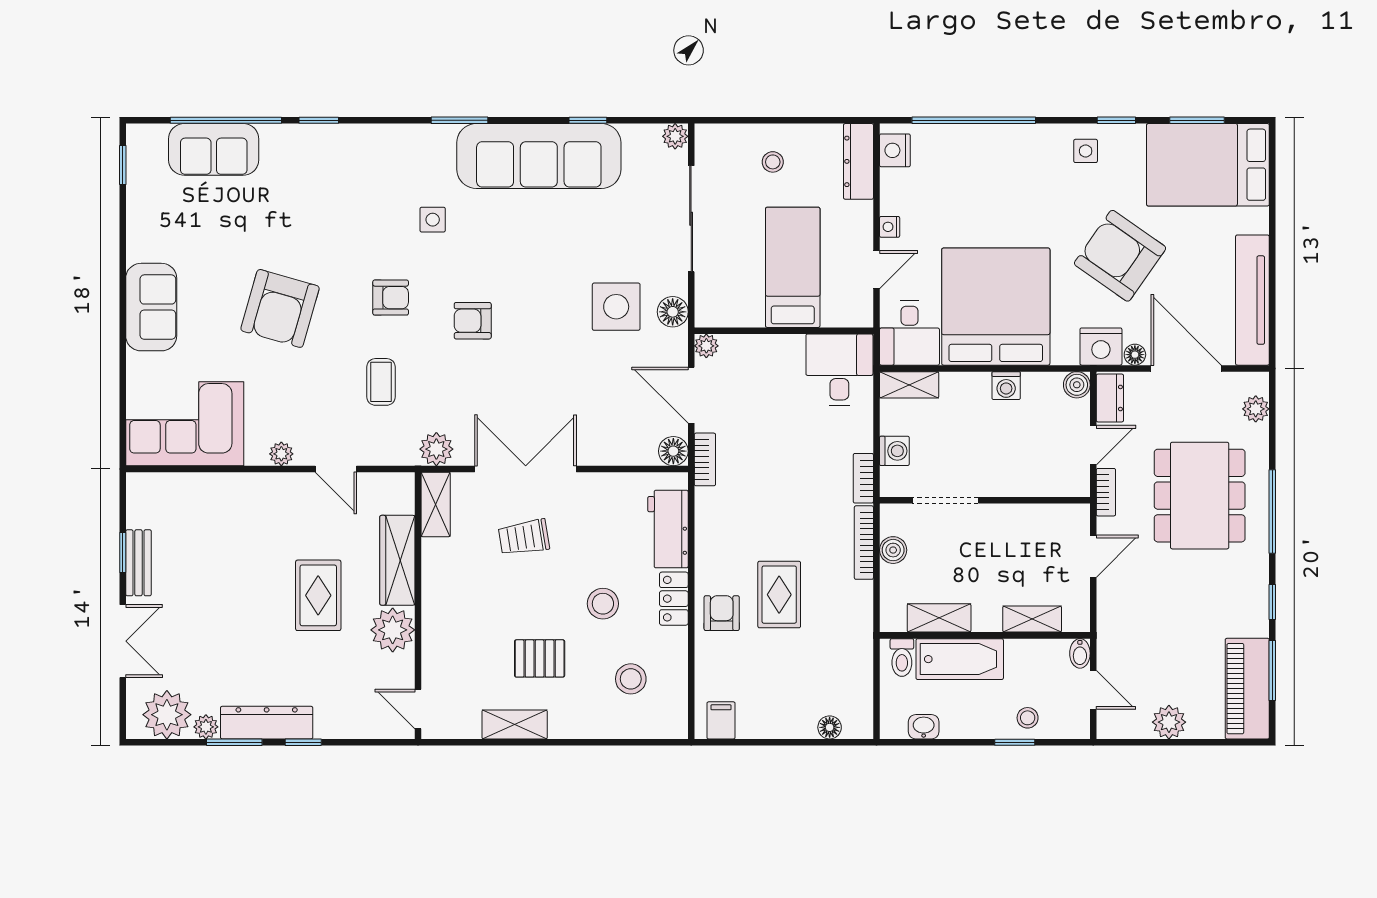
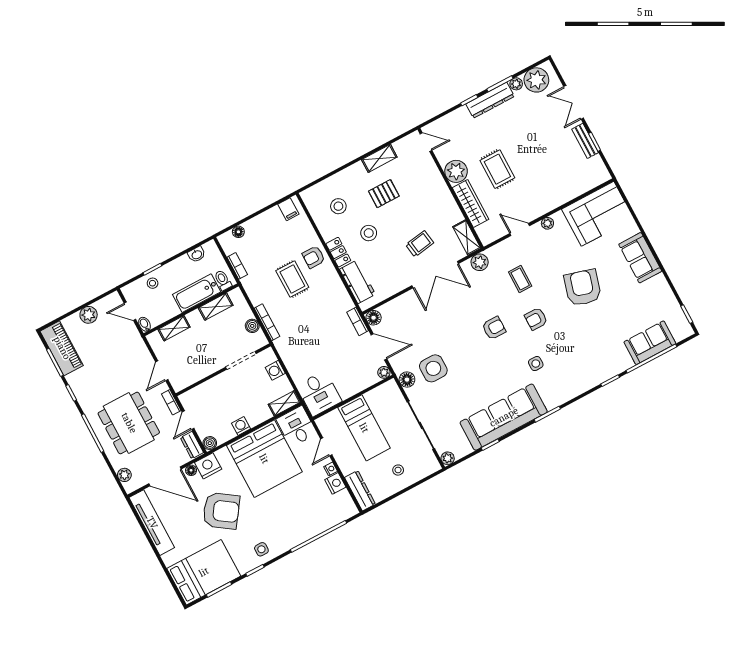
nightstand: (895, 150) -> (335, 483), moved
bookcase: (863, 478) -> (237, 266), moved
armchair: (722, 613) -> (314, 257), turned 90

